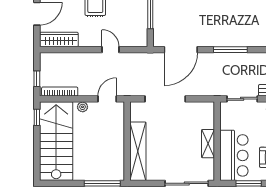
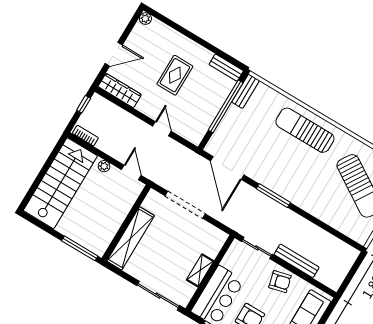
door: (181, 50) -> (227, 168), hinge flipped
window: (37, 79) -> (84, 104), moved
bookcase: (60, 91) -> (85, 136), width x0.64
door: (107, 99) -> (131, 172), hinge flipped
window: (37, 117) -> (56, 151), removed

